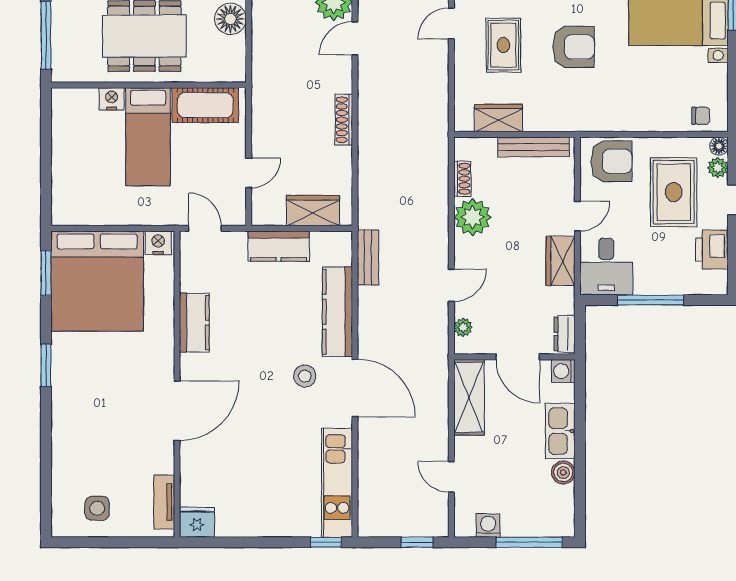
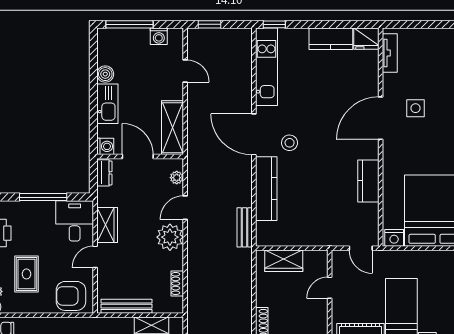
rug: (674, 192) -> (27, 274), width x0.73, depth x0.70
plant: (473, 217) -> (170, 237), moved
kitchen counter: (279, 246) -> (331, 39), moved, turned 180
side table: (97, 508) -> (416, 108), moved

